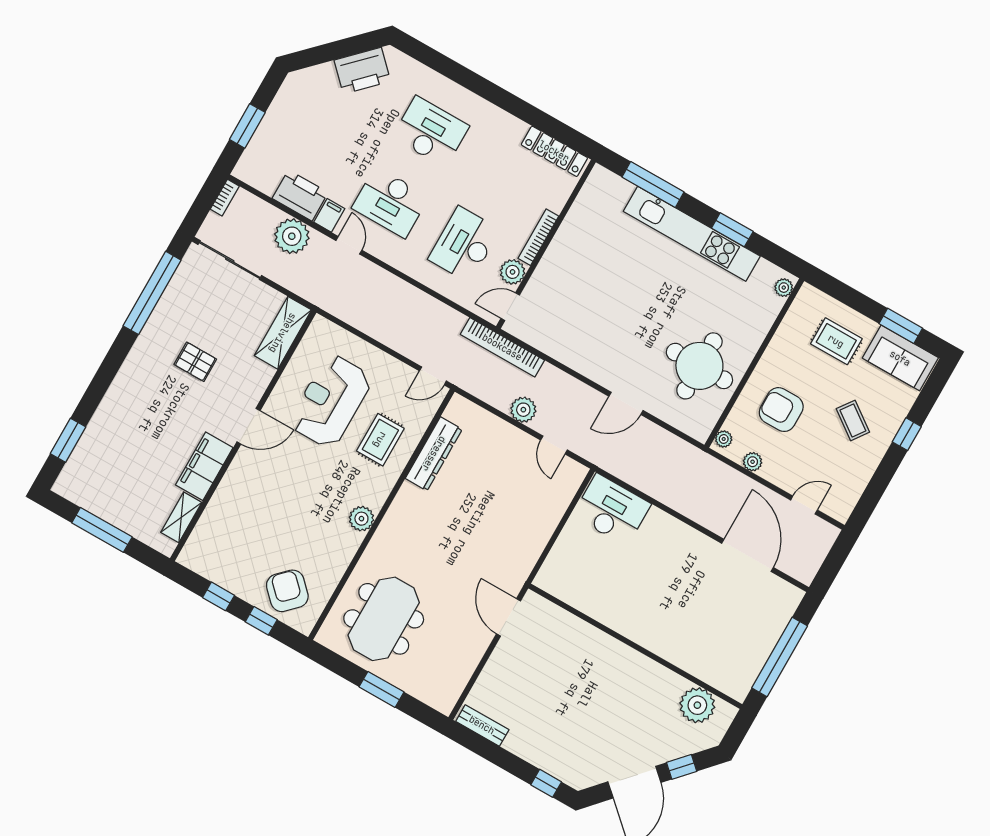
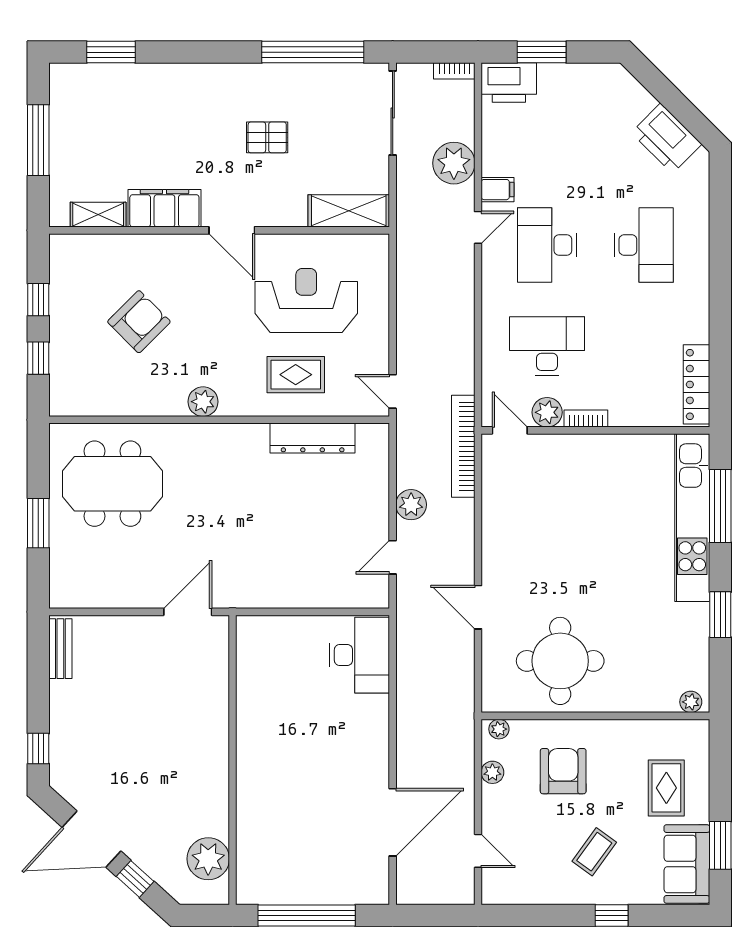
printer: (300, 195) -> (509, 83), moved, turned 90
kitchen unit: (692, 234) -> (692, 518), moved
bookcase: (538, 237) -> (586, 419), width x0.64
pallet: (195, 362) -> (267, 137), turned 90
armchair: (287, 591) -> (139, 322), moved

